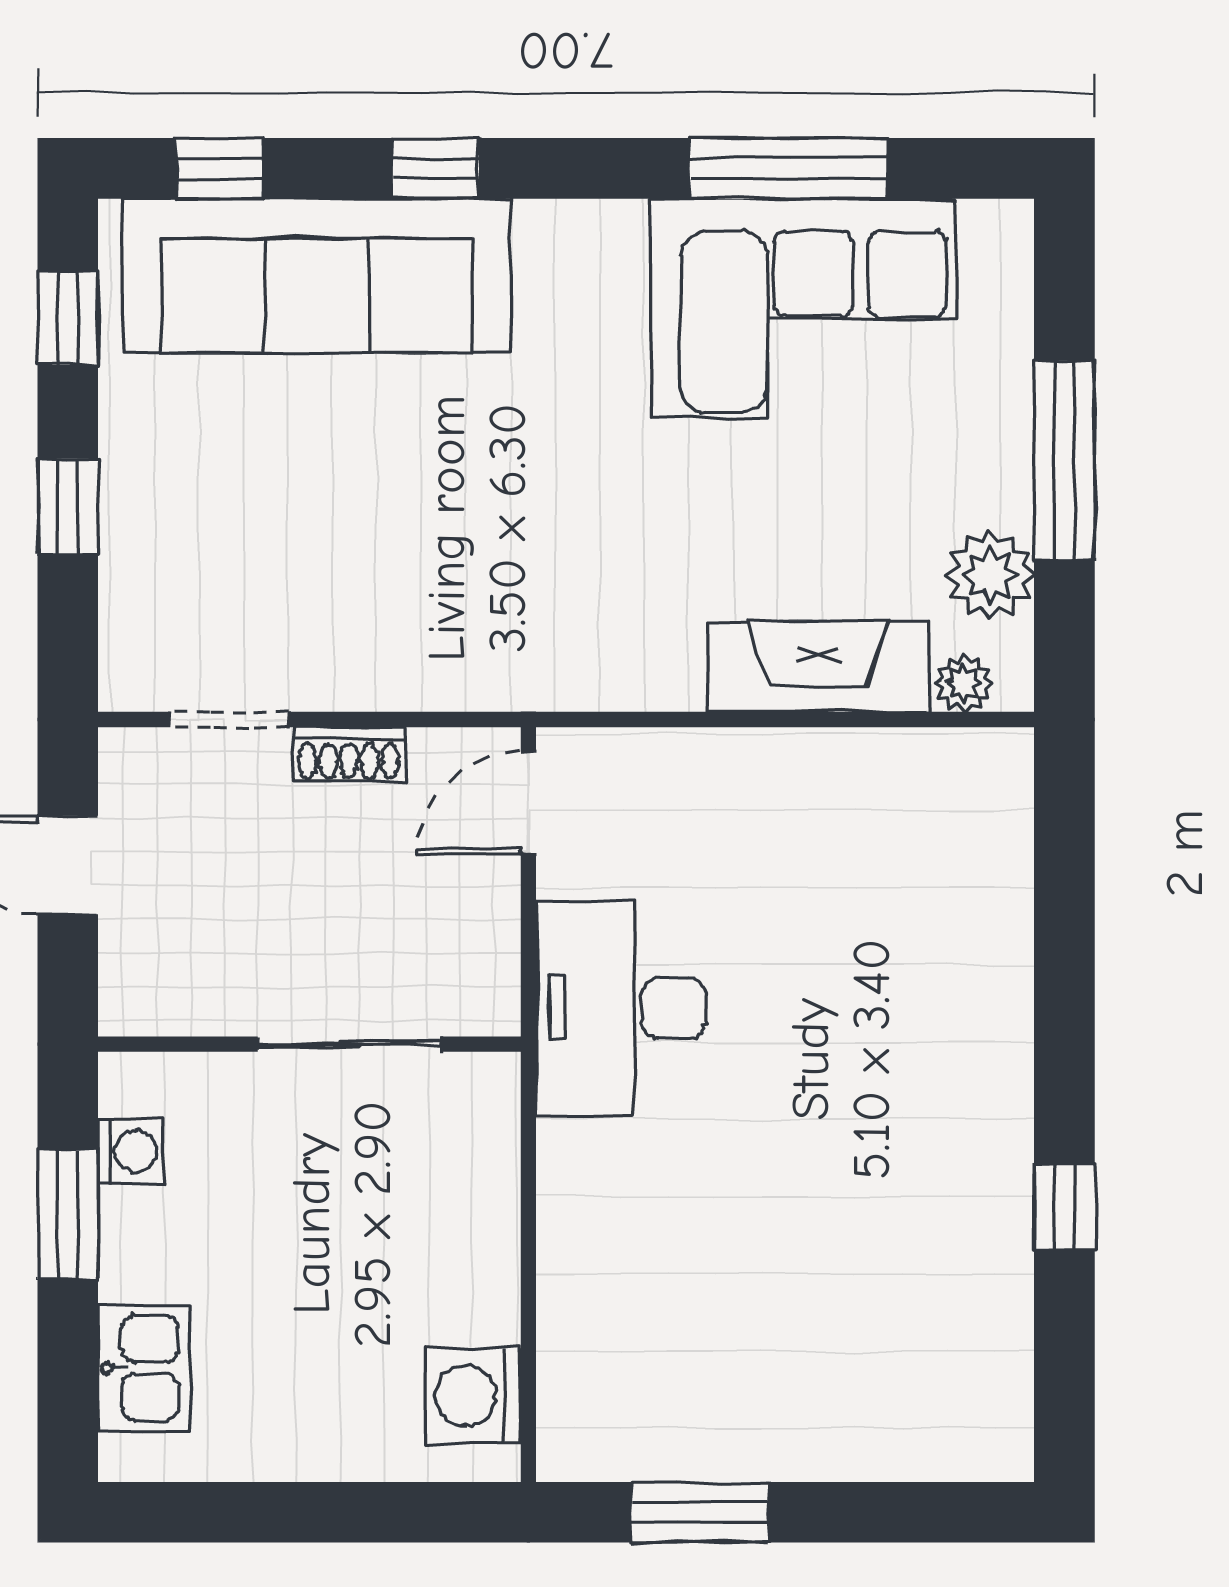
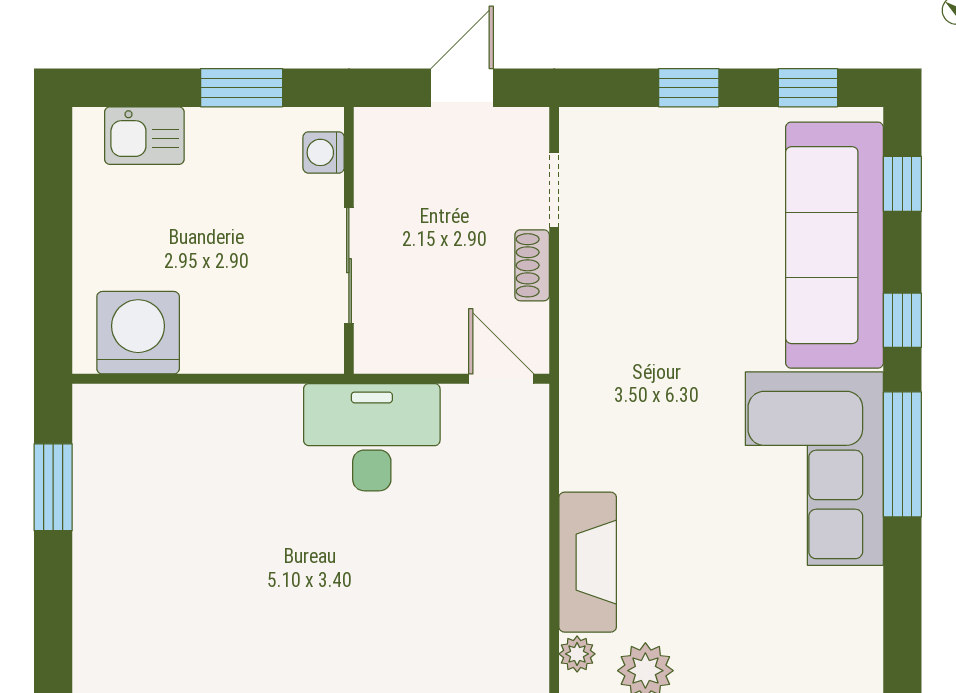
window: (789, 168) -> (902, 454), moved
corner sofa: (804, 308) -> (814, 469), moved
washing machine: (131, 1152) -> (324, 152), moved, turned 90
washing machine: (473, 1395) -> (138, 333), width x1.37, depth x1.37

